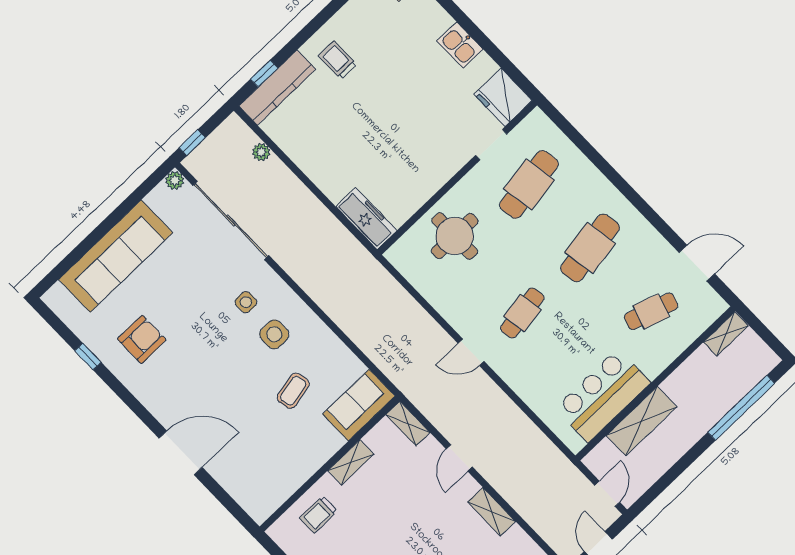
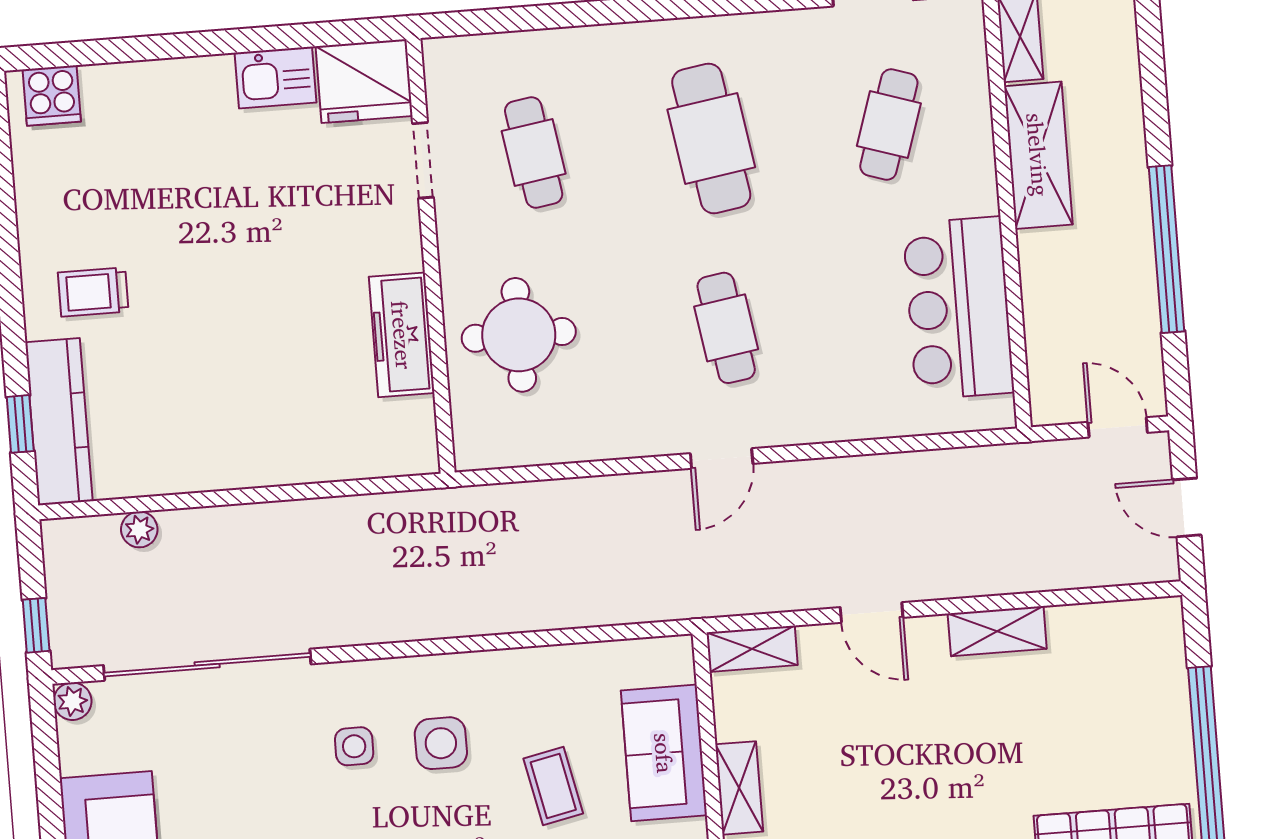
kitchen sink: (460, 45) -> (276, 78), moved
cafe table: (529, 184) -> (534, 152), width x0.73, depth x0.74
freezer: (366, 219) -> (402, 335), moved, turned -90
sofa: (359, 405) -> (664, 753), moved
window: (741, 408) -> (1167, 249), moved
shelving: (641, 421) -> (1038, 155), moved

